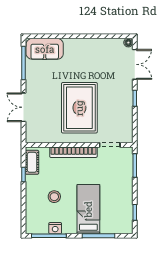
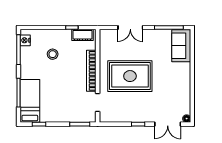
double door: (24, 107) -> (130, 27), swing flipped
bed: (88, 209) -> (30, 101), moved, turned -90
nightstand: (55, 228) -> (25, 40), moved

